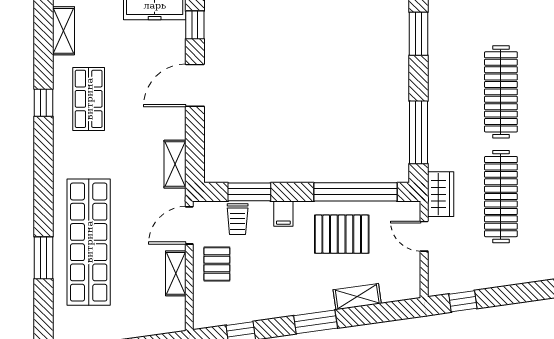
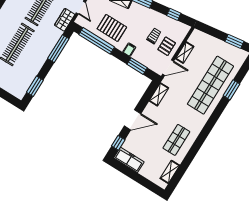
window: (43, 103) -> (195, 149), removed
trolley: (238, 219) -> (154, 36), moved

